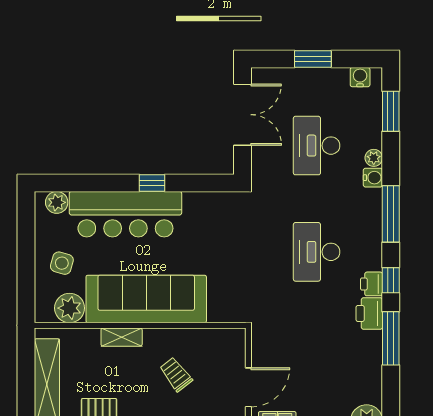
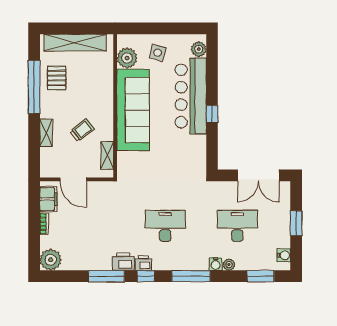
shelving: (122, 337) -> (107, 155), moved

